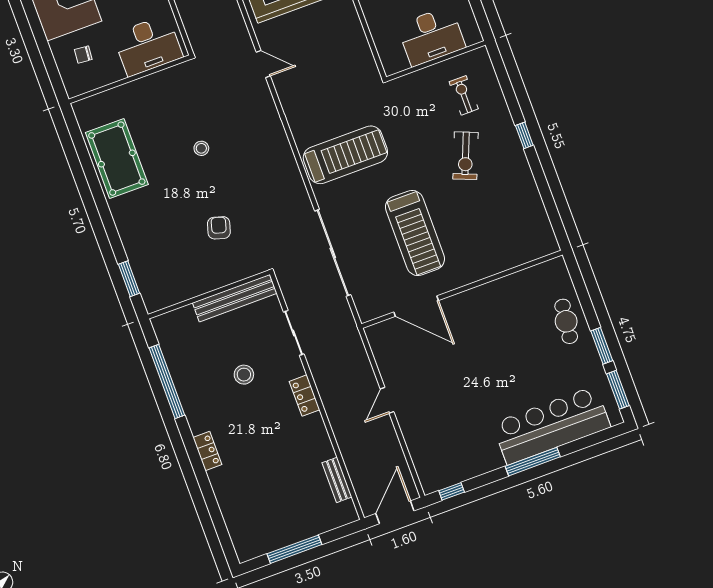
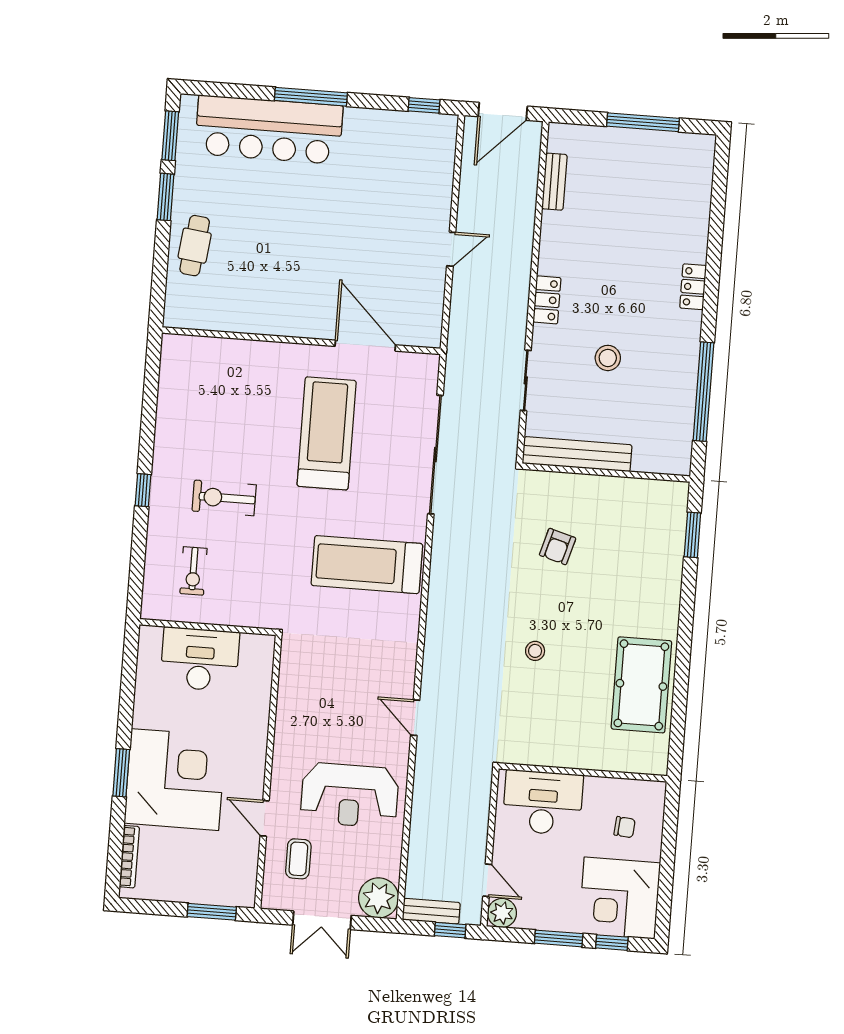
exercise bike: (466, 156) -> (224, 498), turned -112

